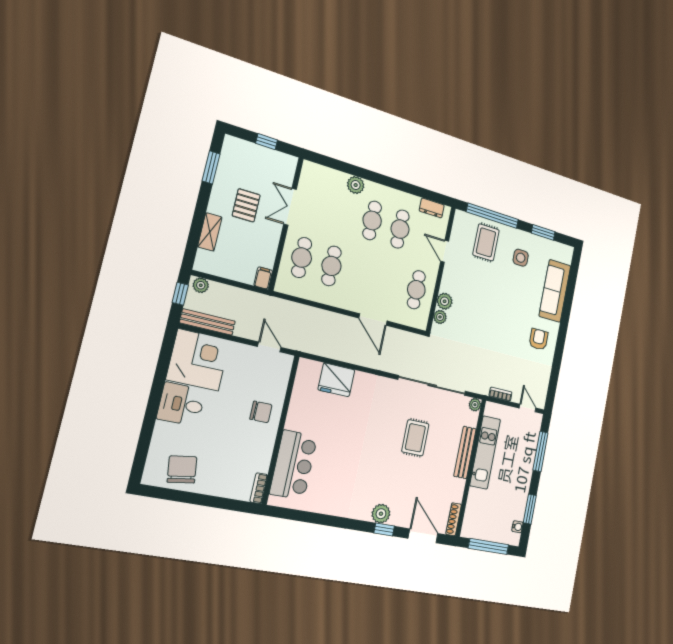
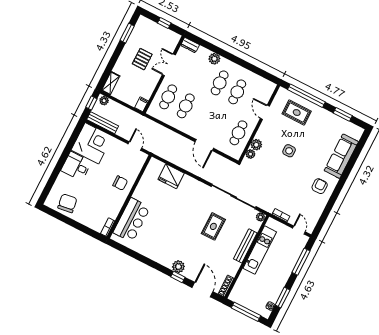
dresser: (432, 208) -> (190, 45), moved
shelving: (210, 232) -> (111, 83), moved
rug: (486, 242) -> (297, 113), turned 90
side table: (521, 258) -> (289, 151), moved

